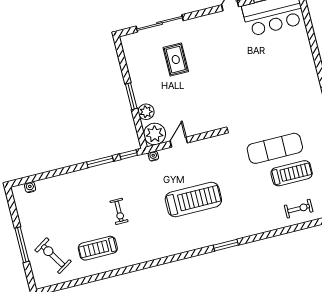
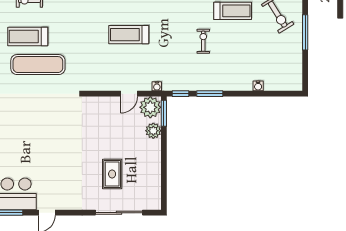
window: (131, 96) -> (164, 113), moved
water cooler: (30, 187) -> (258, 86), moved
treadmill: (193, 200) -> (129, 35), width x0.73, depth x0.73

